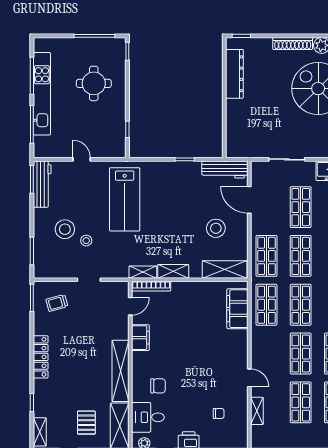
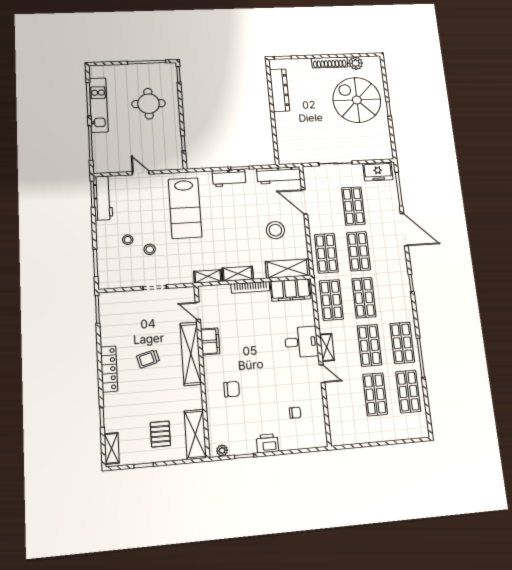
kitchen unit: (42, 94) -> (99, 105), width x0.73
workbench: (172, 170) -> (229, 178), added
stool: (65, 229) -> (128, 240), width x0.53, depth x0.53
bookcase: (151, 286) -> (250, 287), moved
trolley: (57, 303) -> (148, 359), moved
door: (130, 306) -> (198, 311), swing flipped
filing cabinet: (237, 309) -> (290, 290), moved, turned -90
shelving: (120, 371) -> (191, 354), moved
shelving: (257, 411) -> (327, 347), moved
desk: (148, 417) -> (301, 342), moved, turned 180

